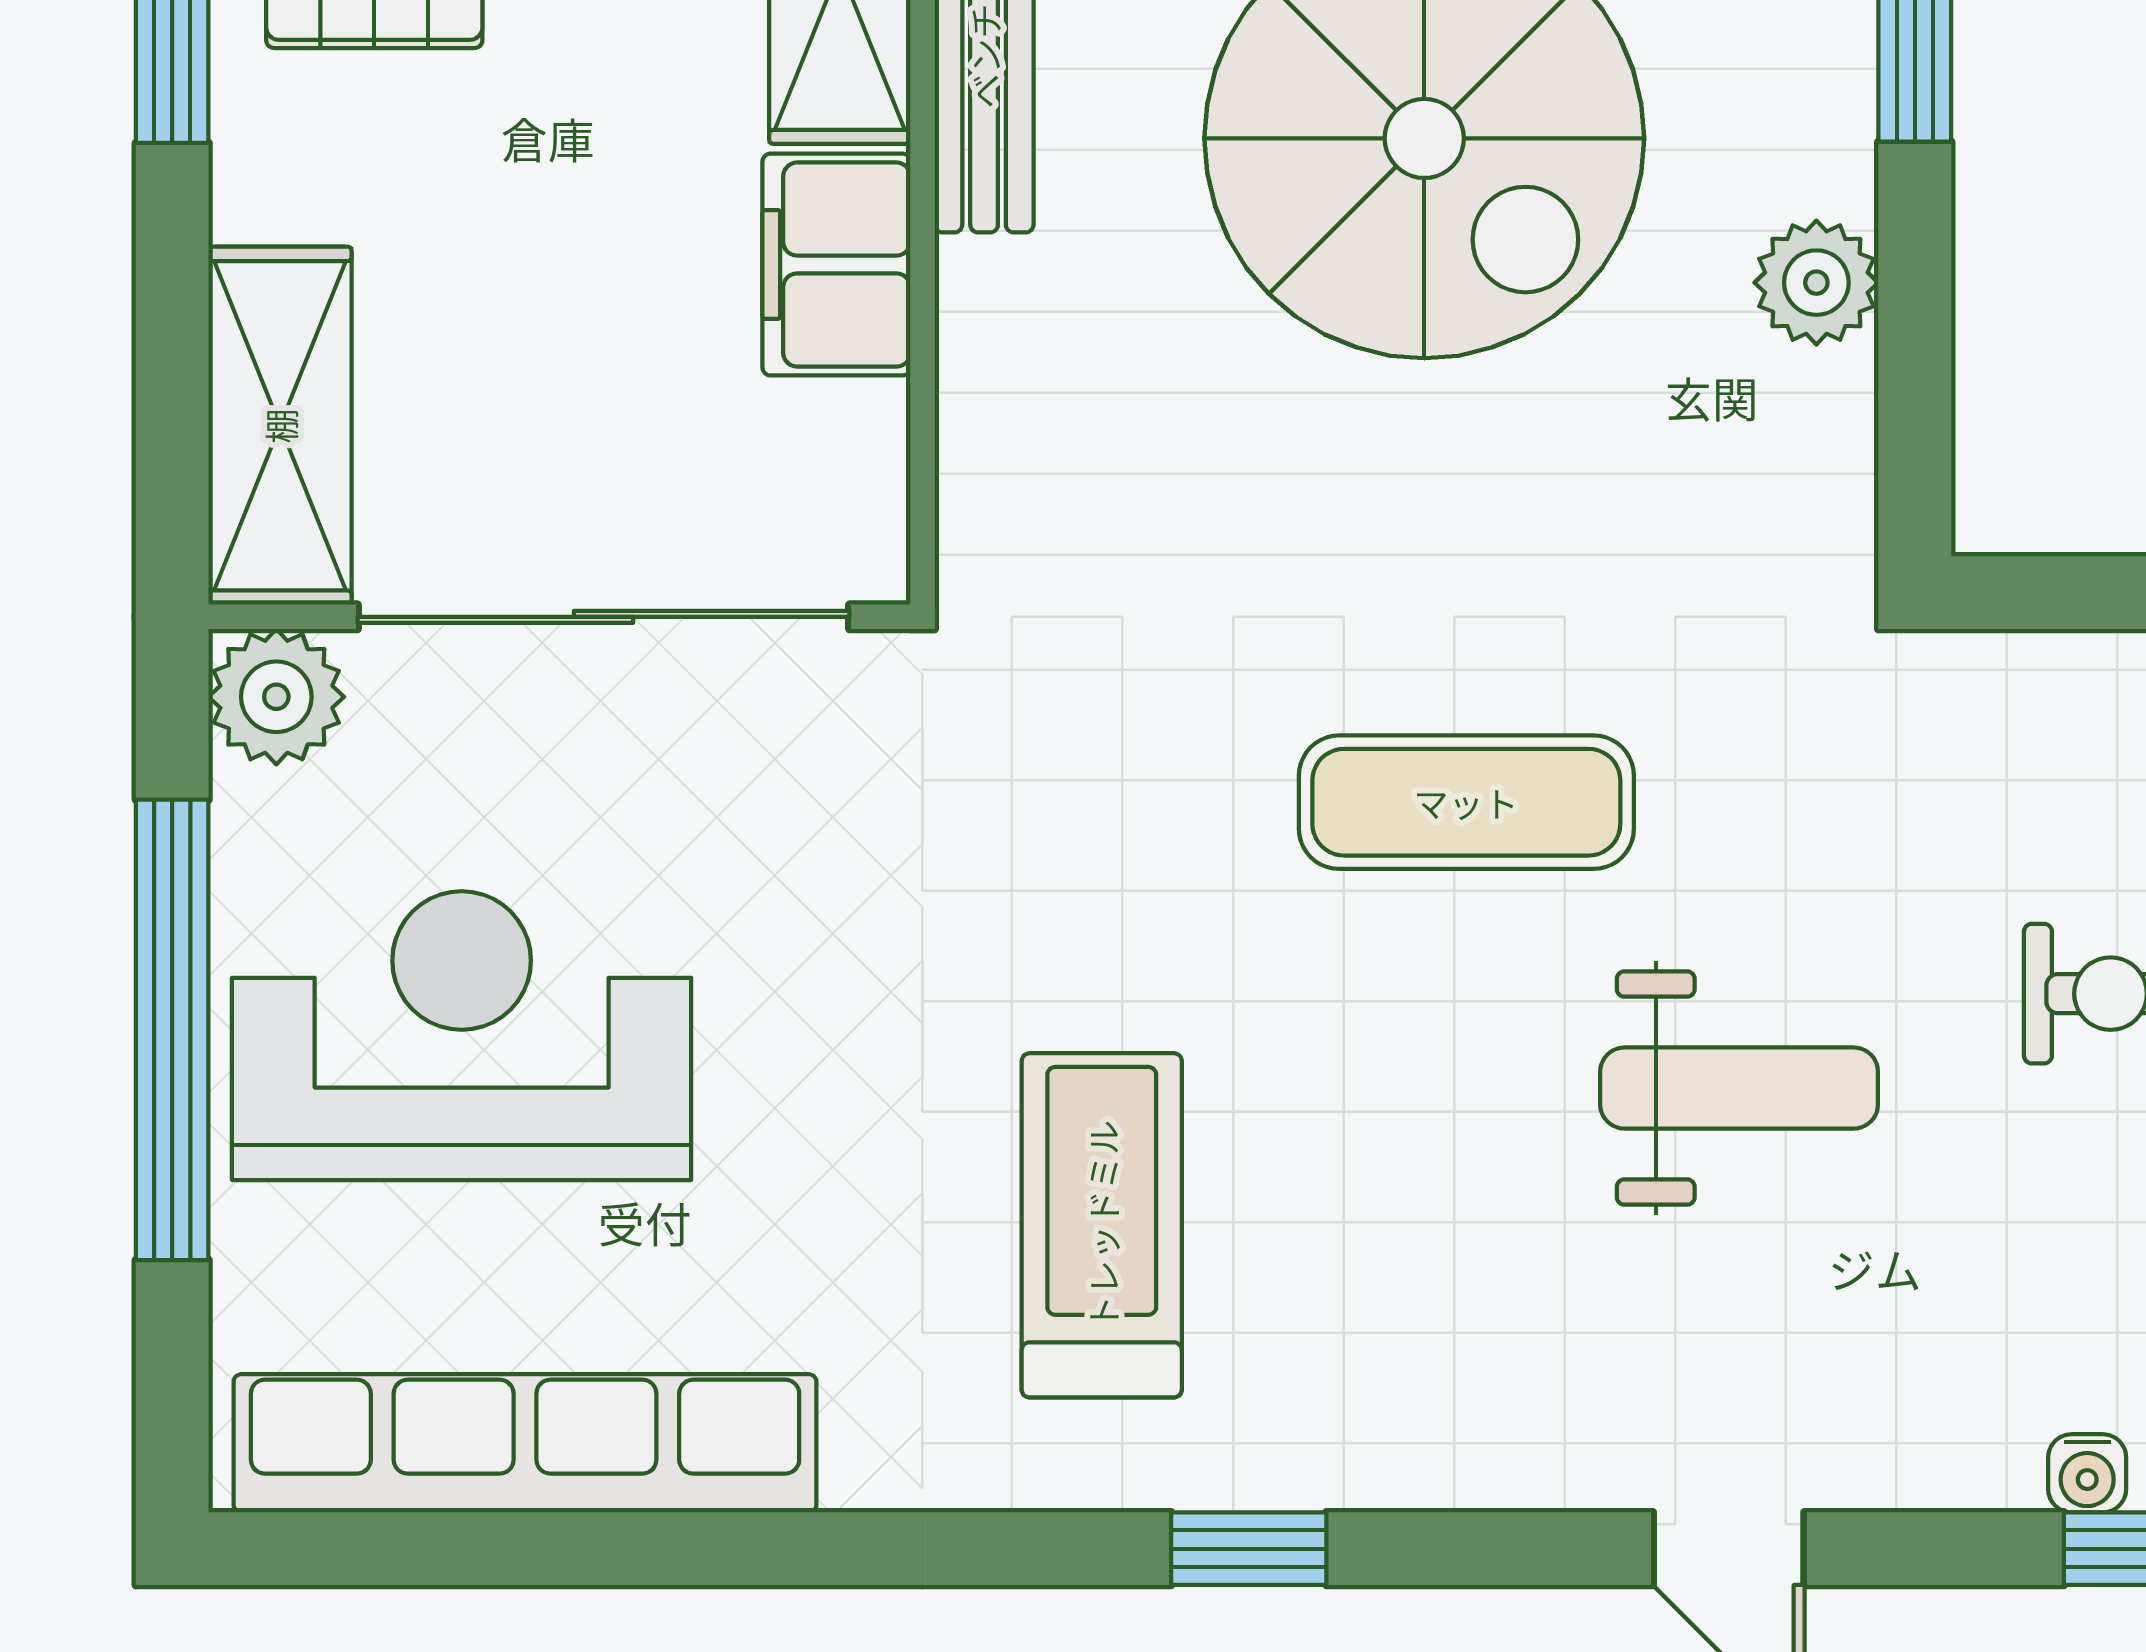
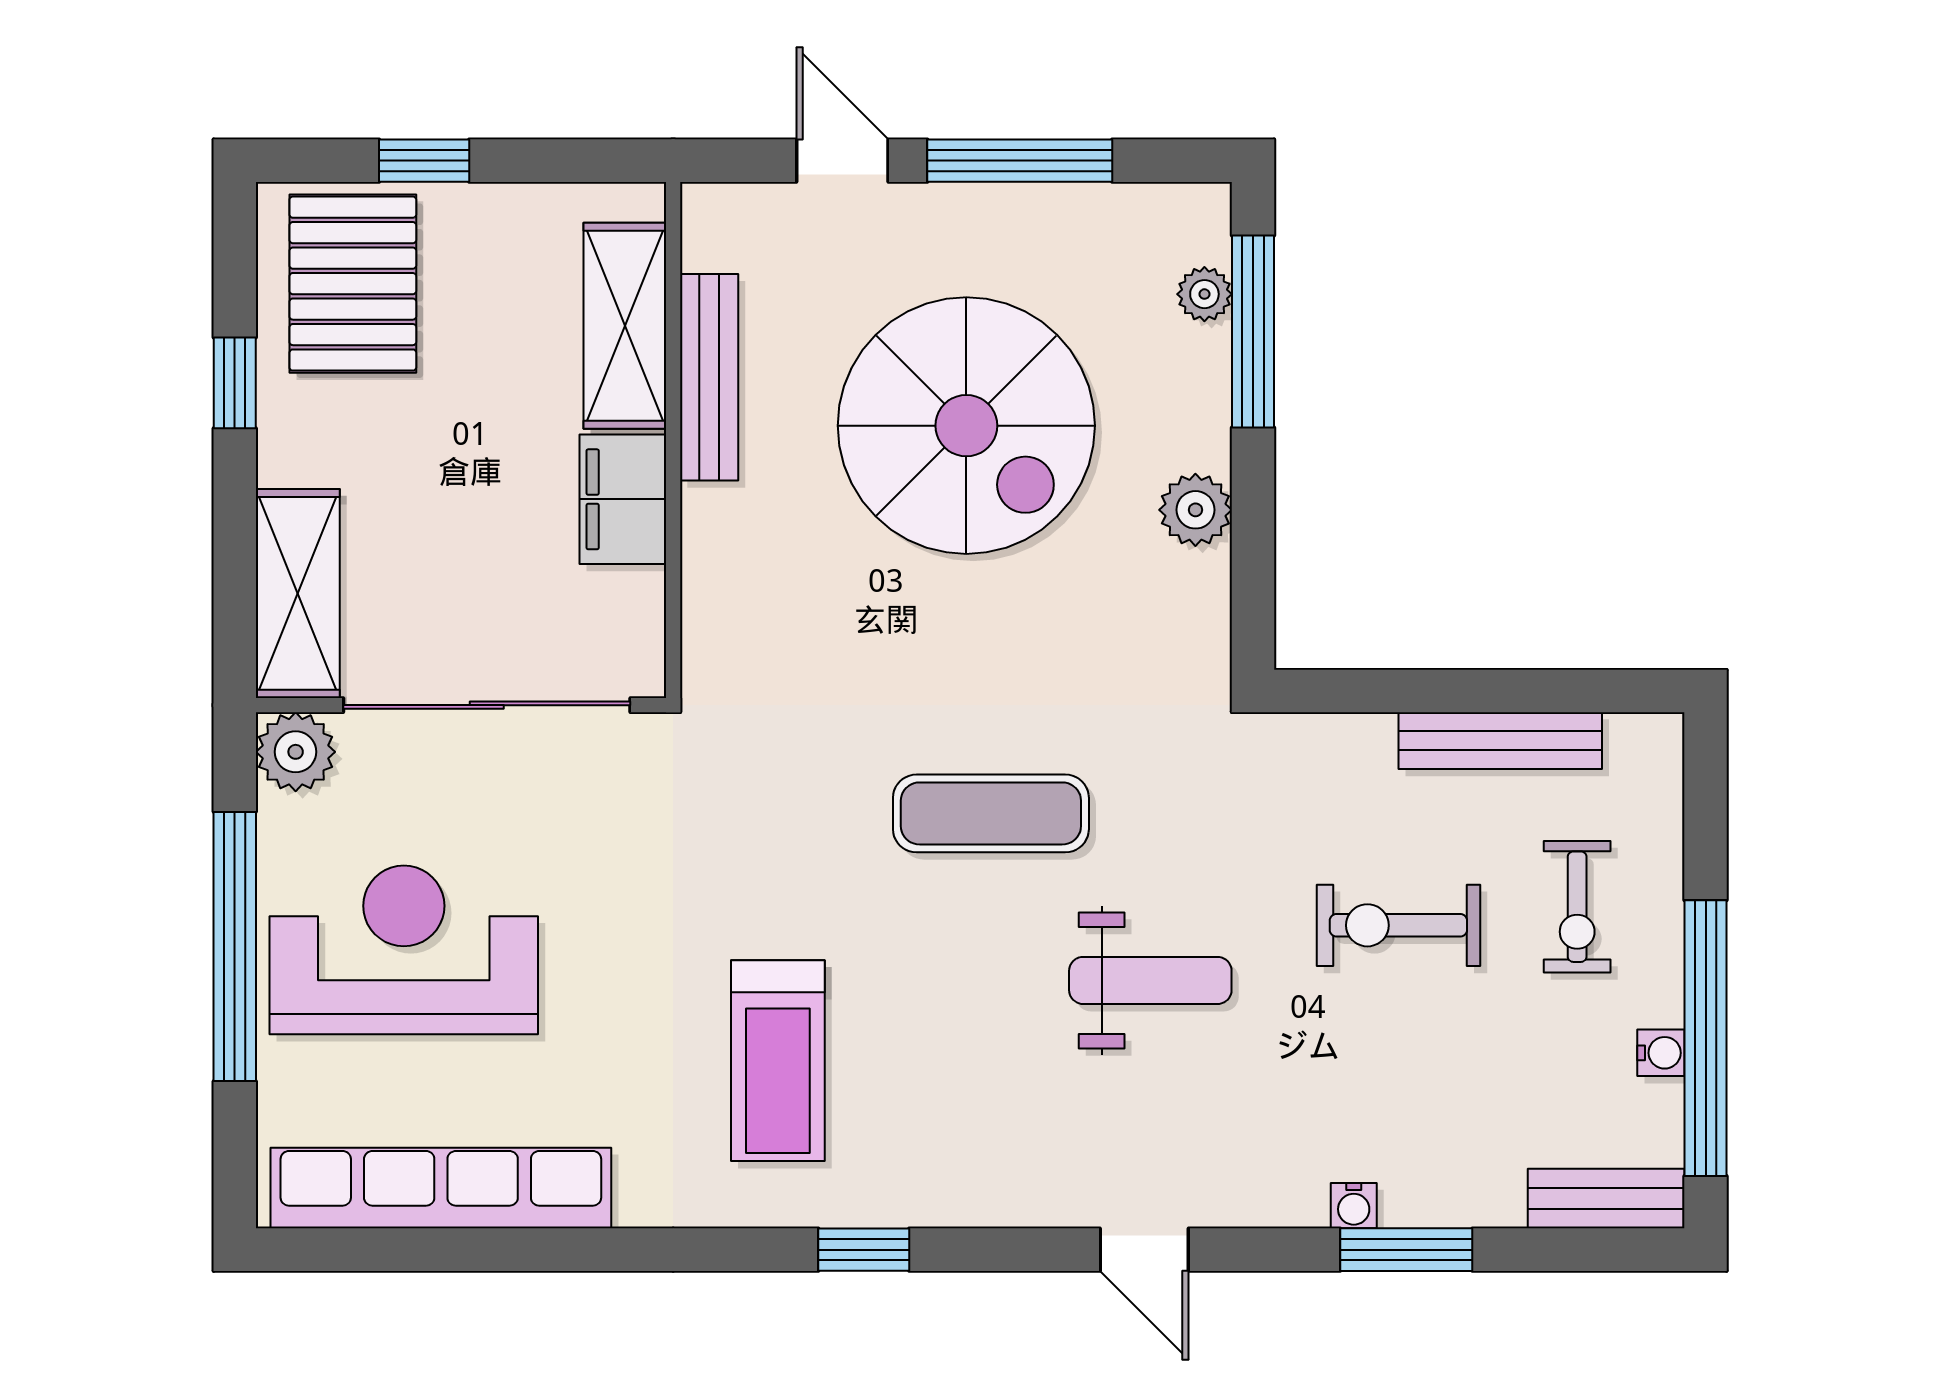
treadmill: (1102, 1225) -> (778, 1061), turned 180

